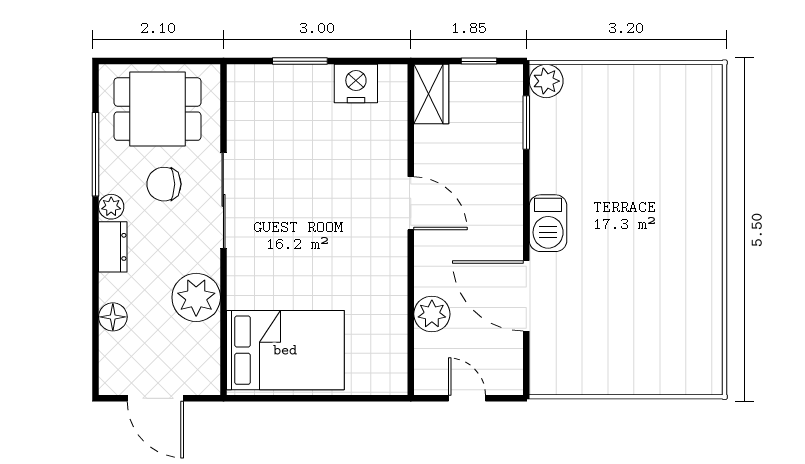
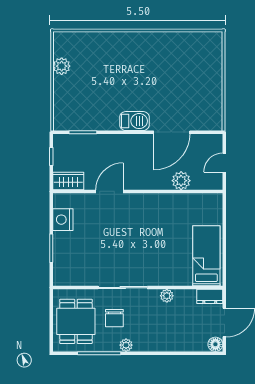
plant: (546, 81) -> (62, 66), moved
door: (411, 203) -> (109, 191), moved
dresser: (113, 247) -> (210, 296), moved, turned 180
plant: (196, 297) -> (167, 296), width x0.53, depth x0.53
floor lamp: (113, 317) -> (215, 344), moved
bed: (285, 350) -> (206, 256), width x0.67

